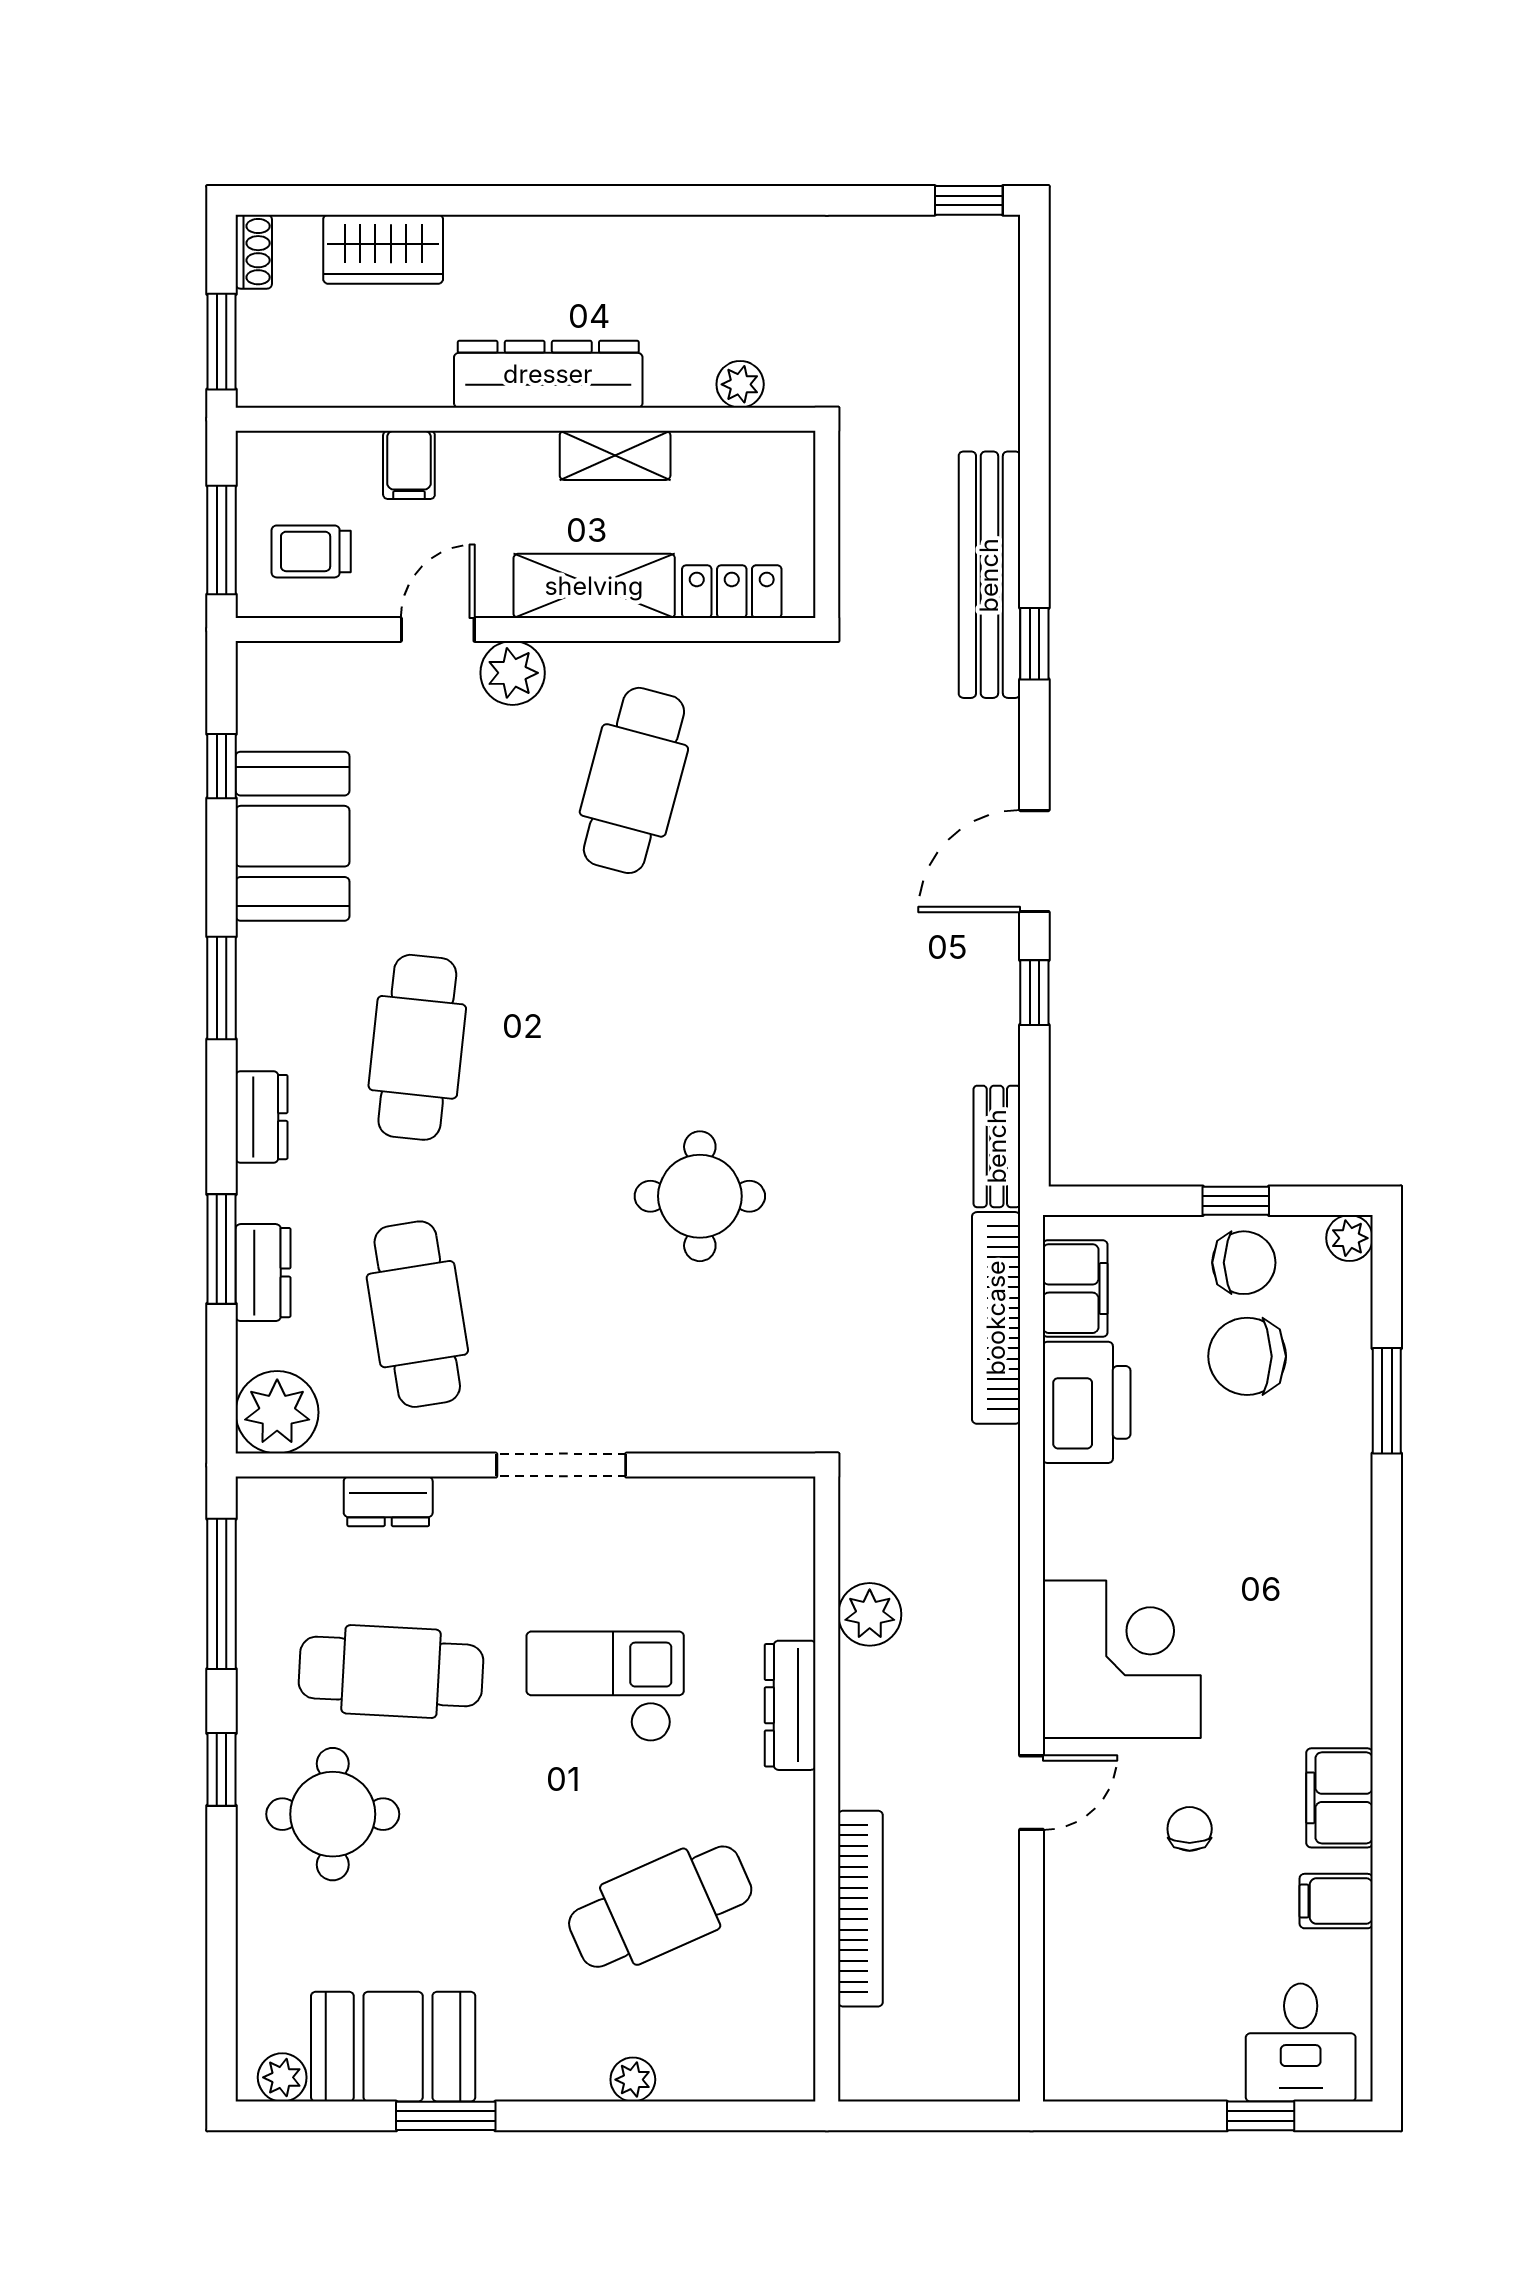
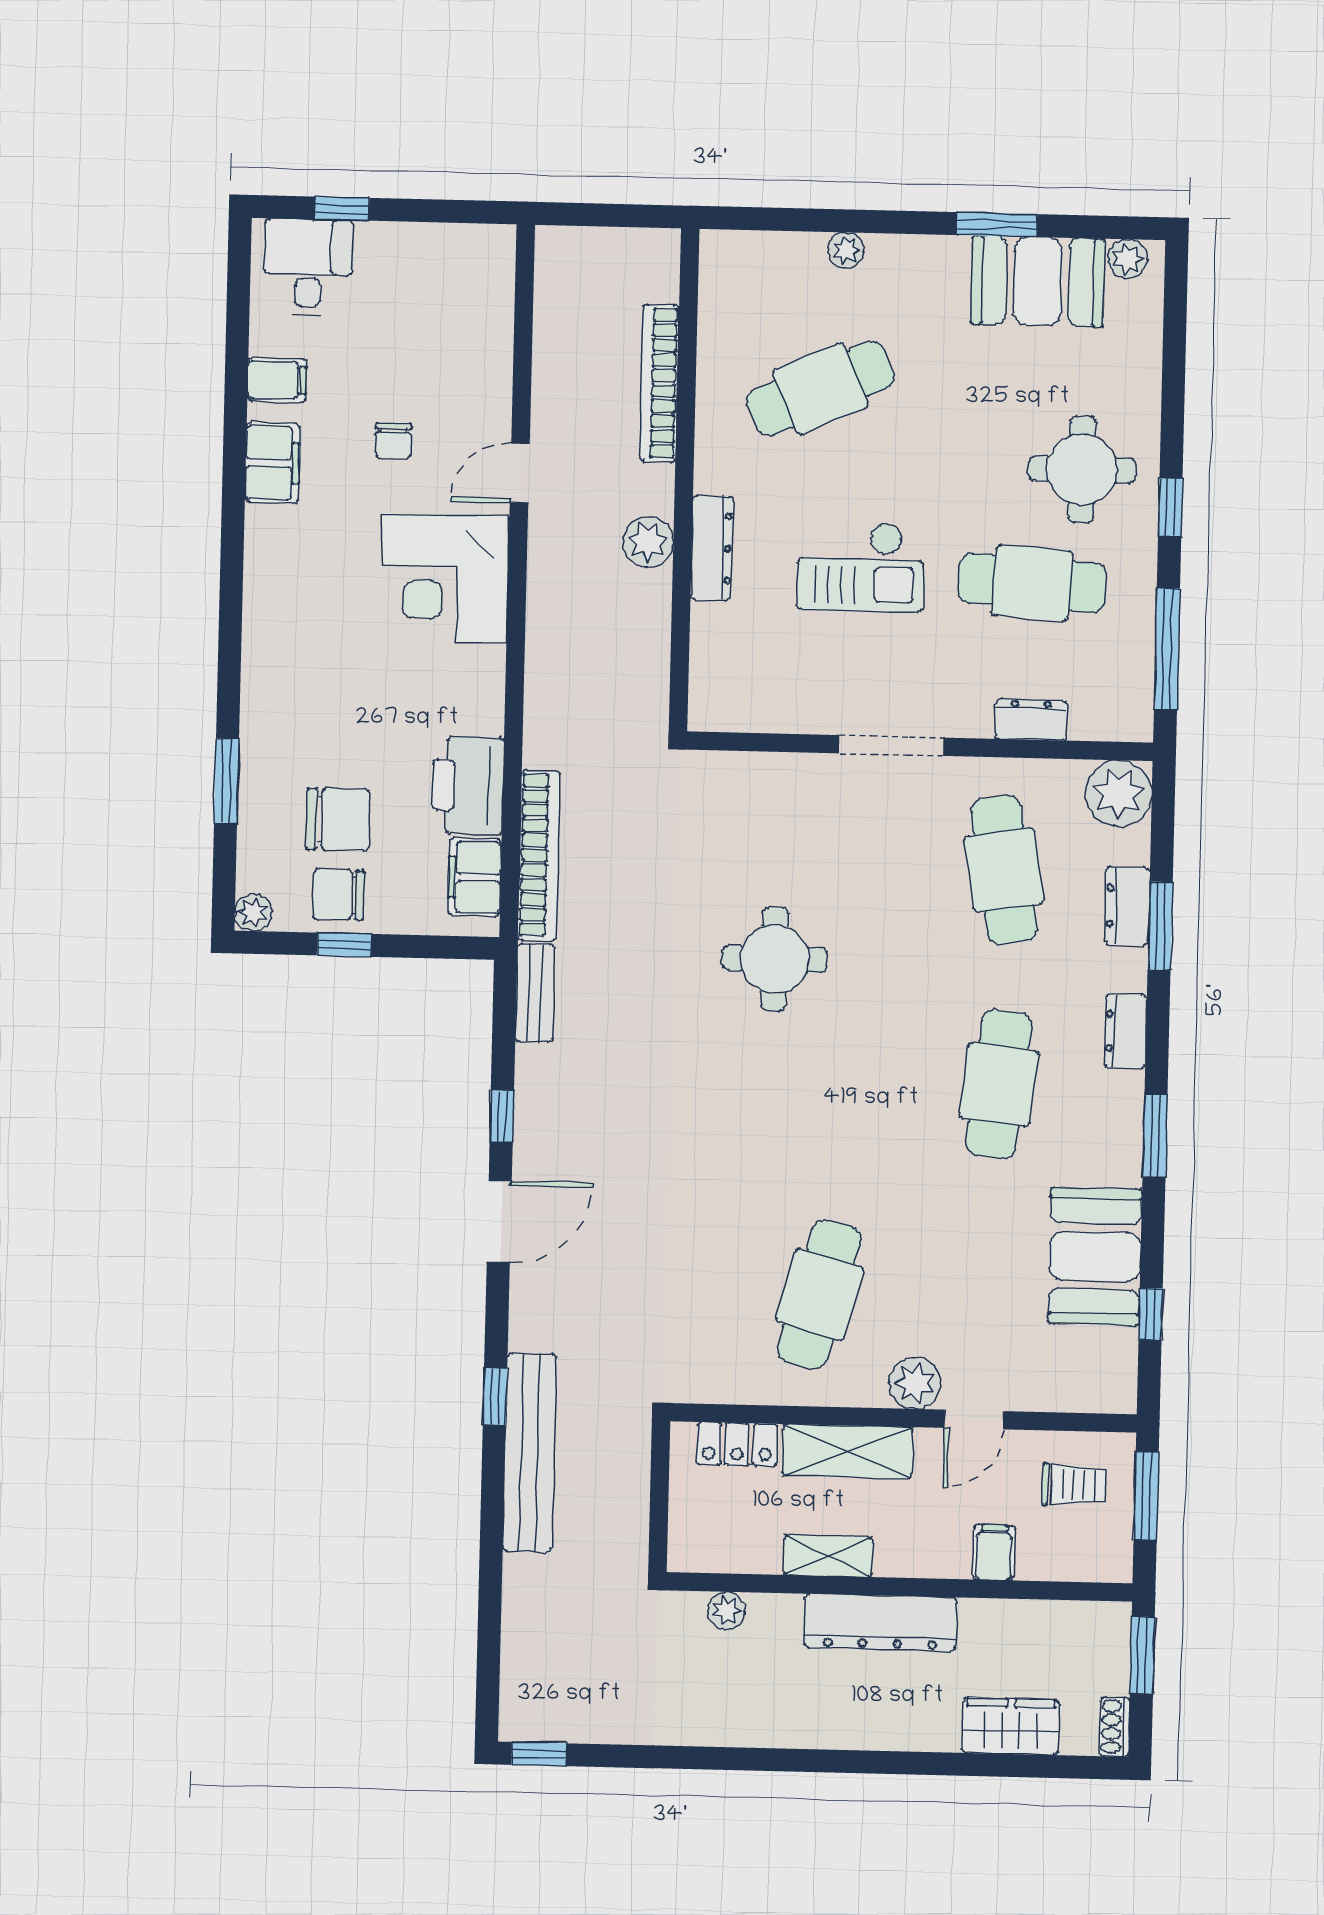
plant: (870, 1614) -> (648, 542), moved

